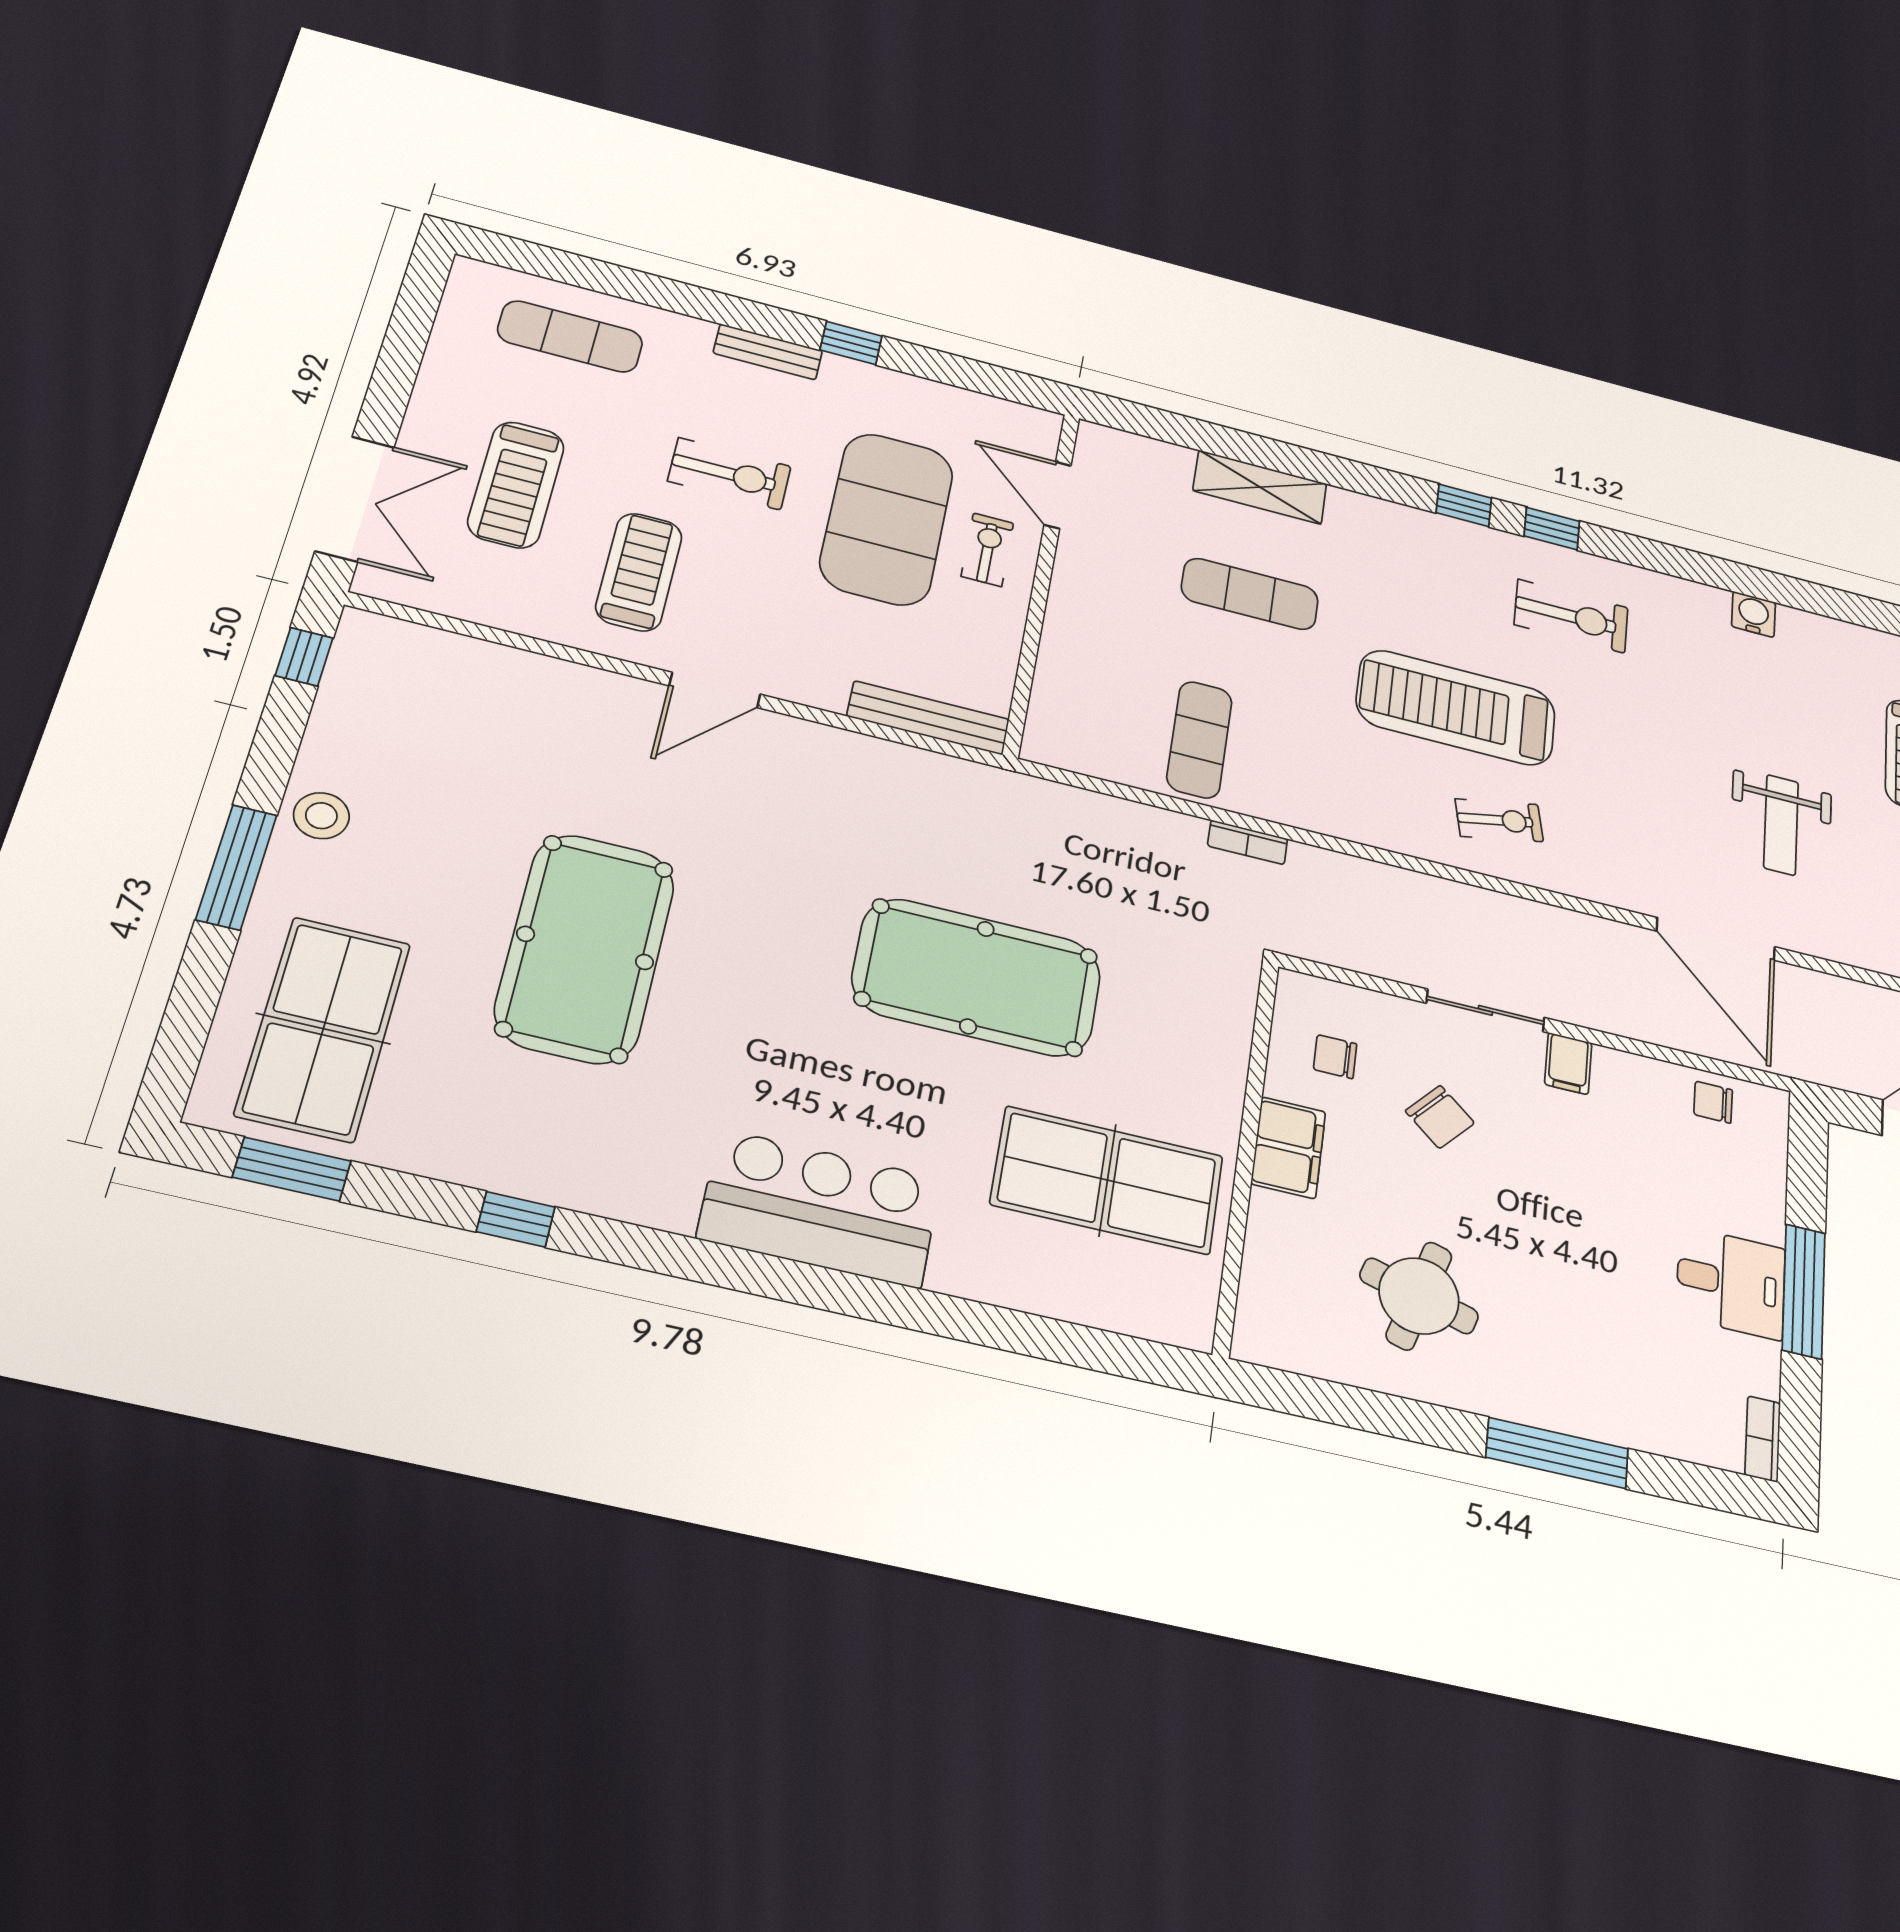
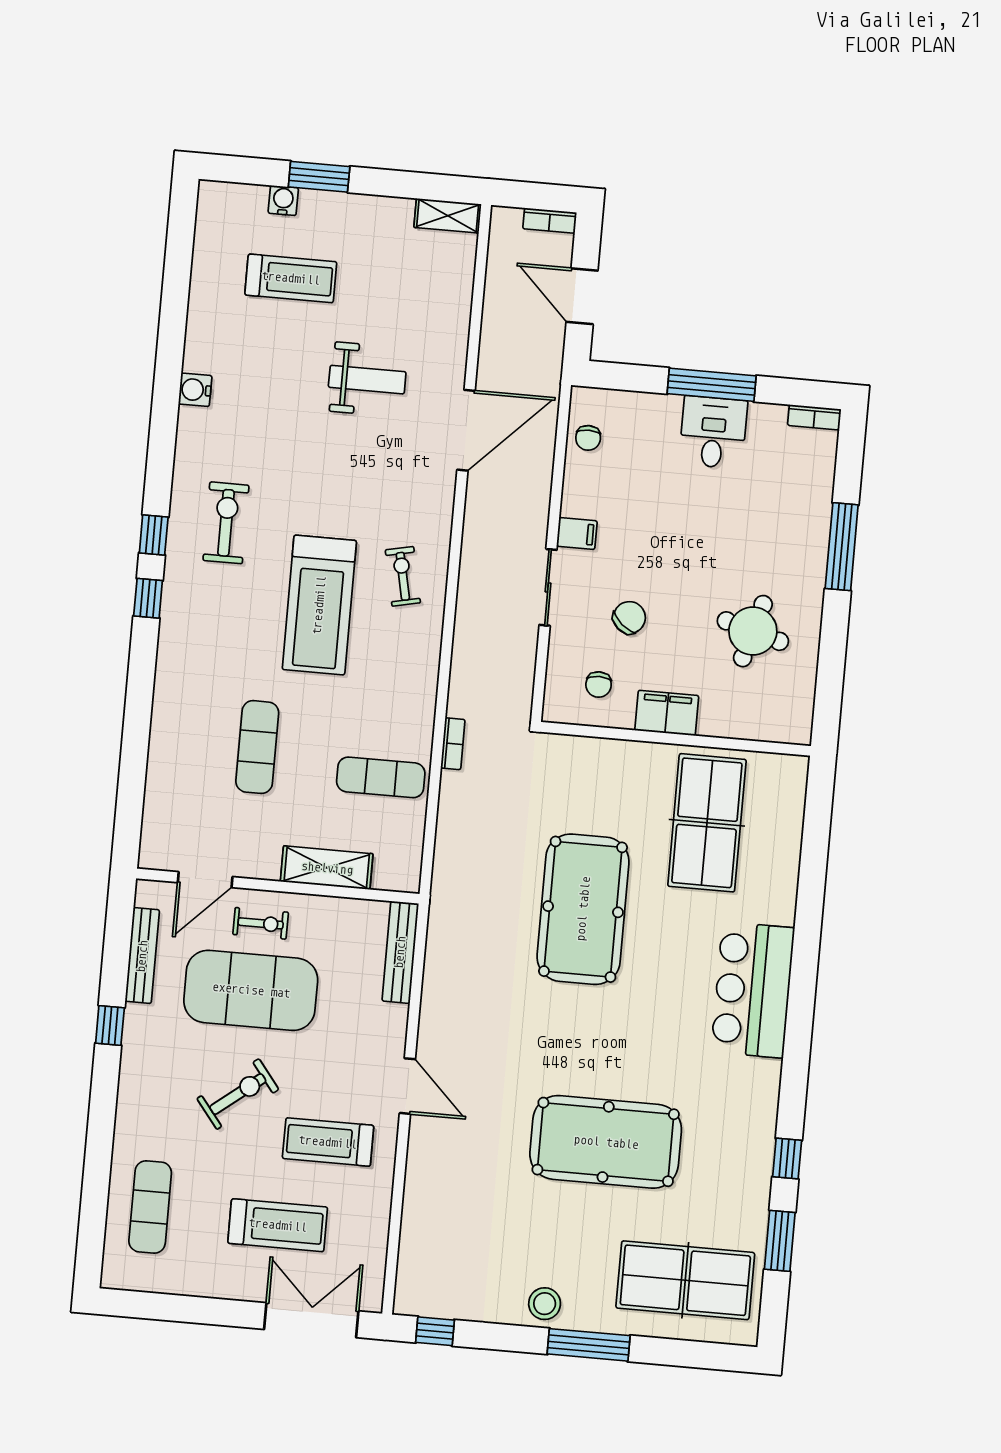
bench: (768, 352) -> (142, 956), moved, width x1.36
exercise bike: (729, 474) -> (238, 1094), turned 52
shelving: (1260, 487) -> (327, 868), moved, turned 90
exercise bike: (987, 550) -> (261, 923), turned 180
window: (292, 1169) -> (780, 1241), moved

